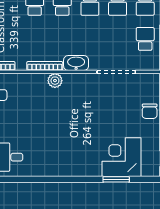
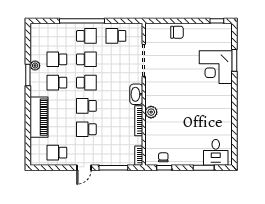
corner desk: (122, 157) -> (216, 67), moved

